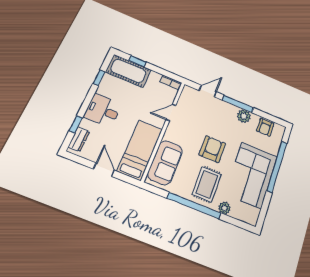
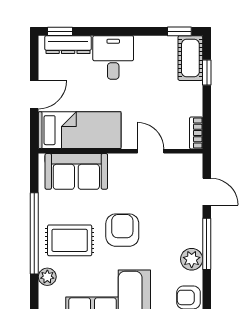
cot: (128, 71) -> (190, 58), width x0.73, depth x0.75
window: (99, 78) -> (179, 31), moved
window: (76, 124) -> (60, 31), moved
dresser: (79, 139) -> (68, 45), width x1.44
armchair: (212, 149) -> (122, 230), turned -90

